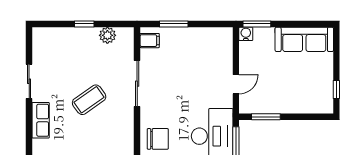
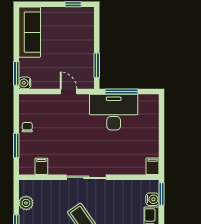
filing cabinet: (150, 41) -> (41, 166), moved
sliding door: (137, 84) -> (86, 177), moved
chair: (158, 139) -> (27, 127), moved, width x0.54, depth x0.54

